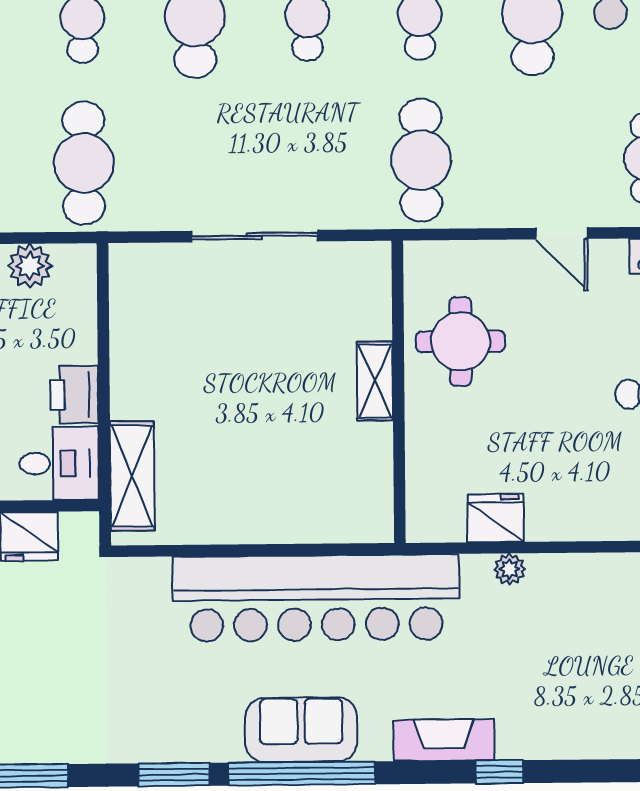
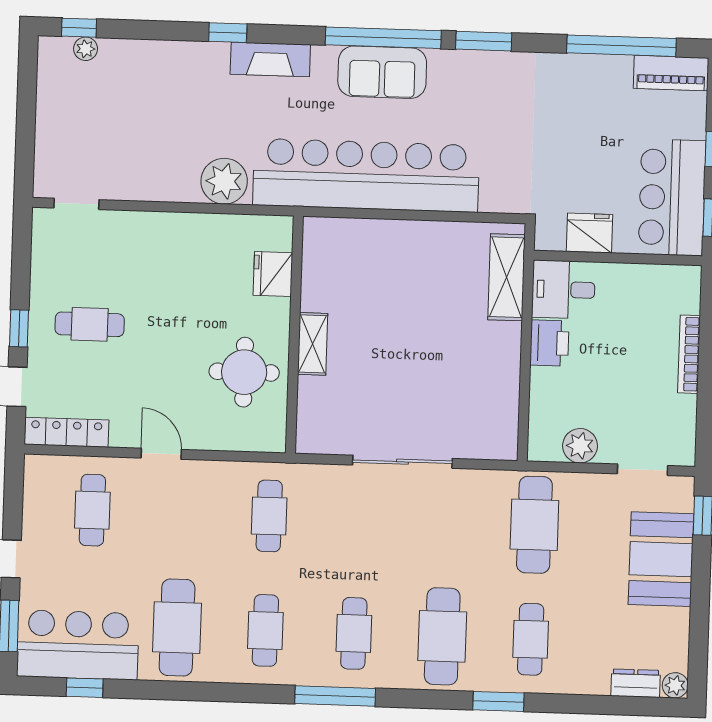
cafe table: (421, 160) -> (269, 516), width x0.73, depth x0.74
fridge: (495, 518) -> (273, 274), moved, turned 90
plant: (510, 569) -> (224, 181), width x1.87, depth x1.87

